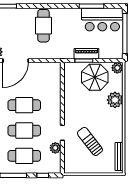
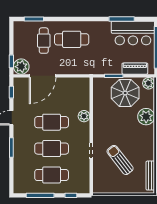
cafe table: (43, 26) -> (72, 39), turned 90
cafe table: (17, 27) -> (44, 41), added
piano: (86, 54) -> (135, 69), moved
plant: (55, 148) -> (84, 116), moved

